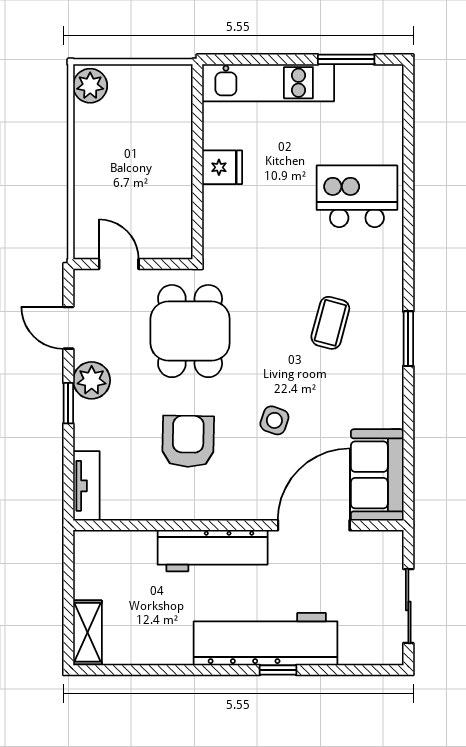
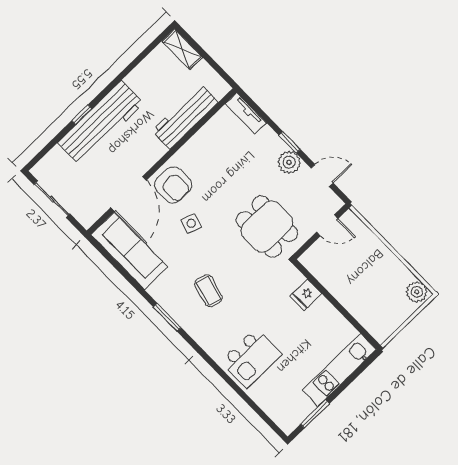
fridge: (222, 167) -> (306, 295), moved
armchair: (188, 441) -> (173, 185), moved
sofa: (377, 475) -> (129, 251), width x1.36
workbench: (213, 551) -> (185, 117), moved

